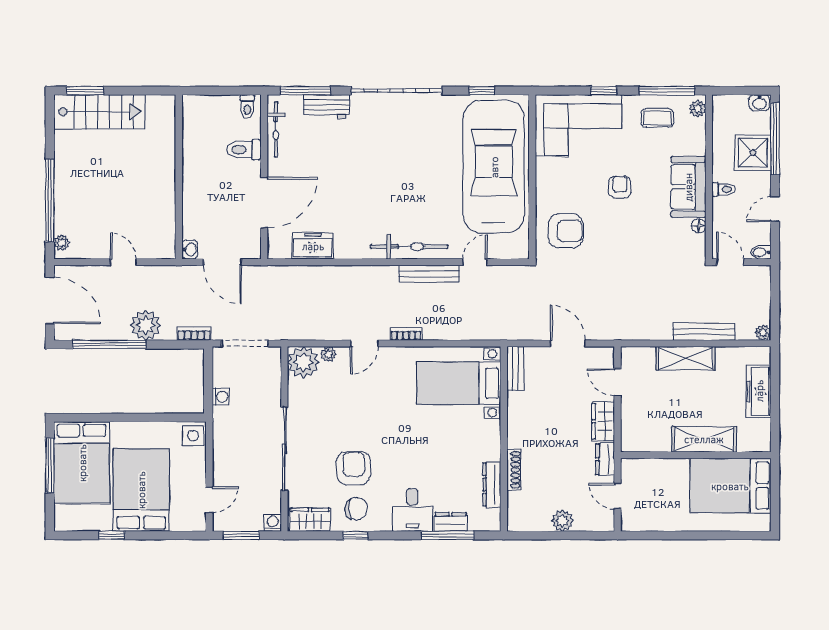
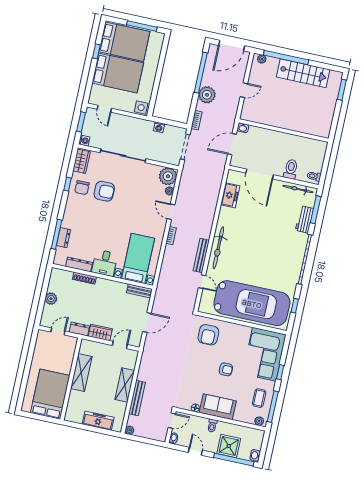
stairs: (99, 112) -> (303, 73), moved, turned -90
shelving: (704, 439) -> (81, 372), moved
bed: (82, 463) -> (124, 42), moved, turned 180
desk: (412, 510) -> (105, 263), moved, turned -90

